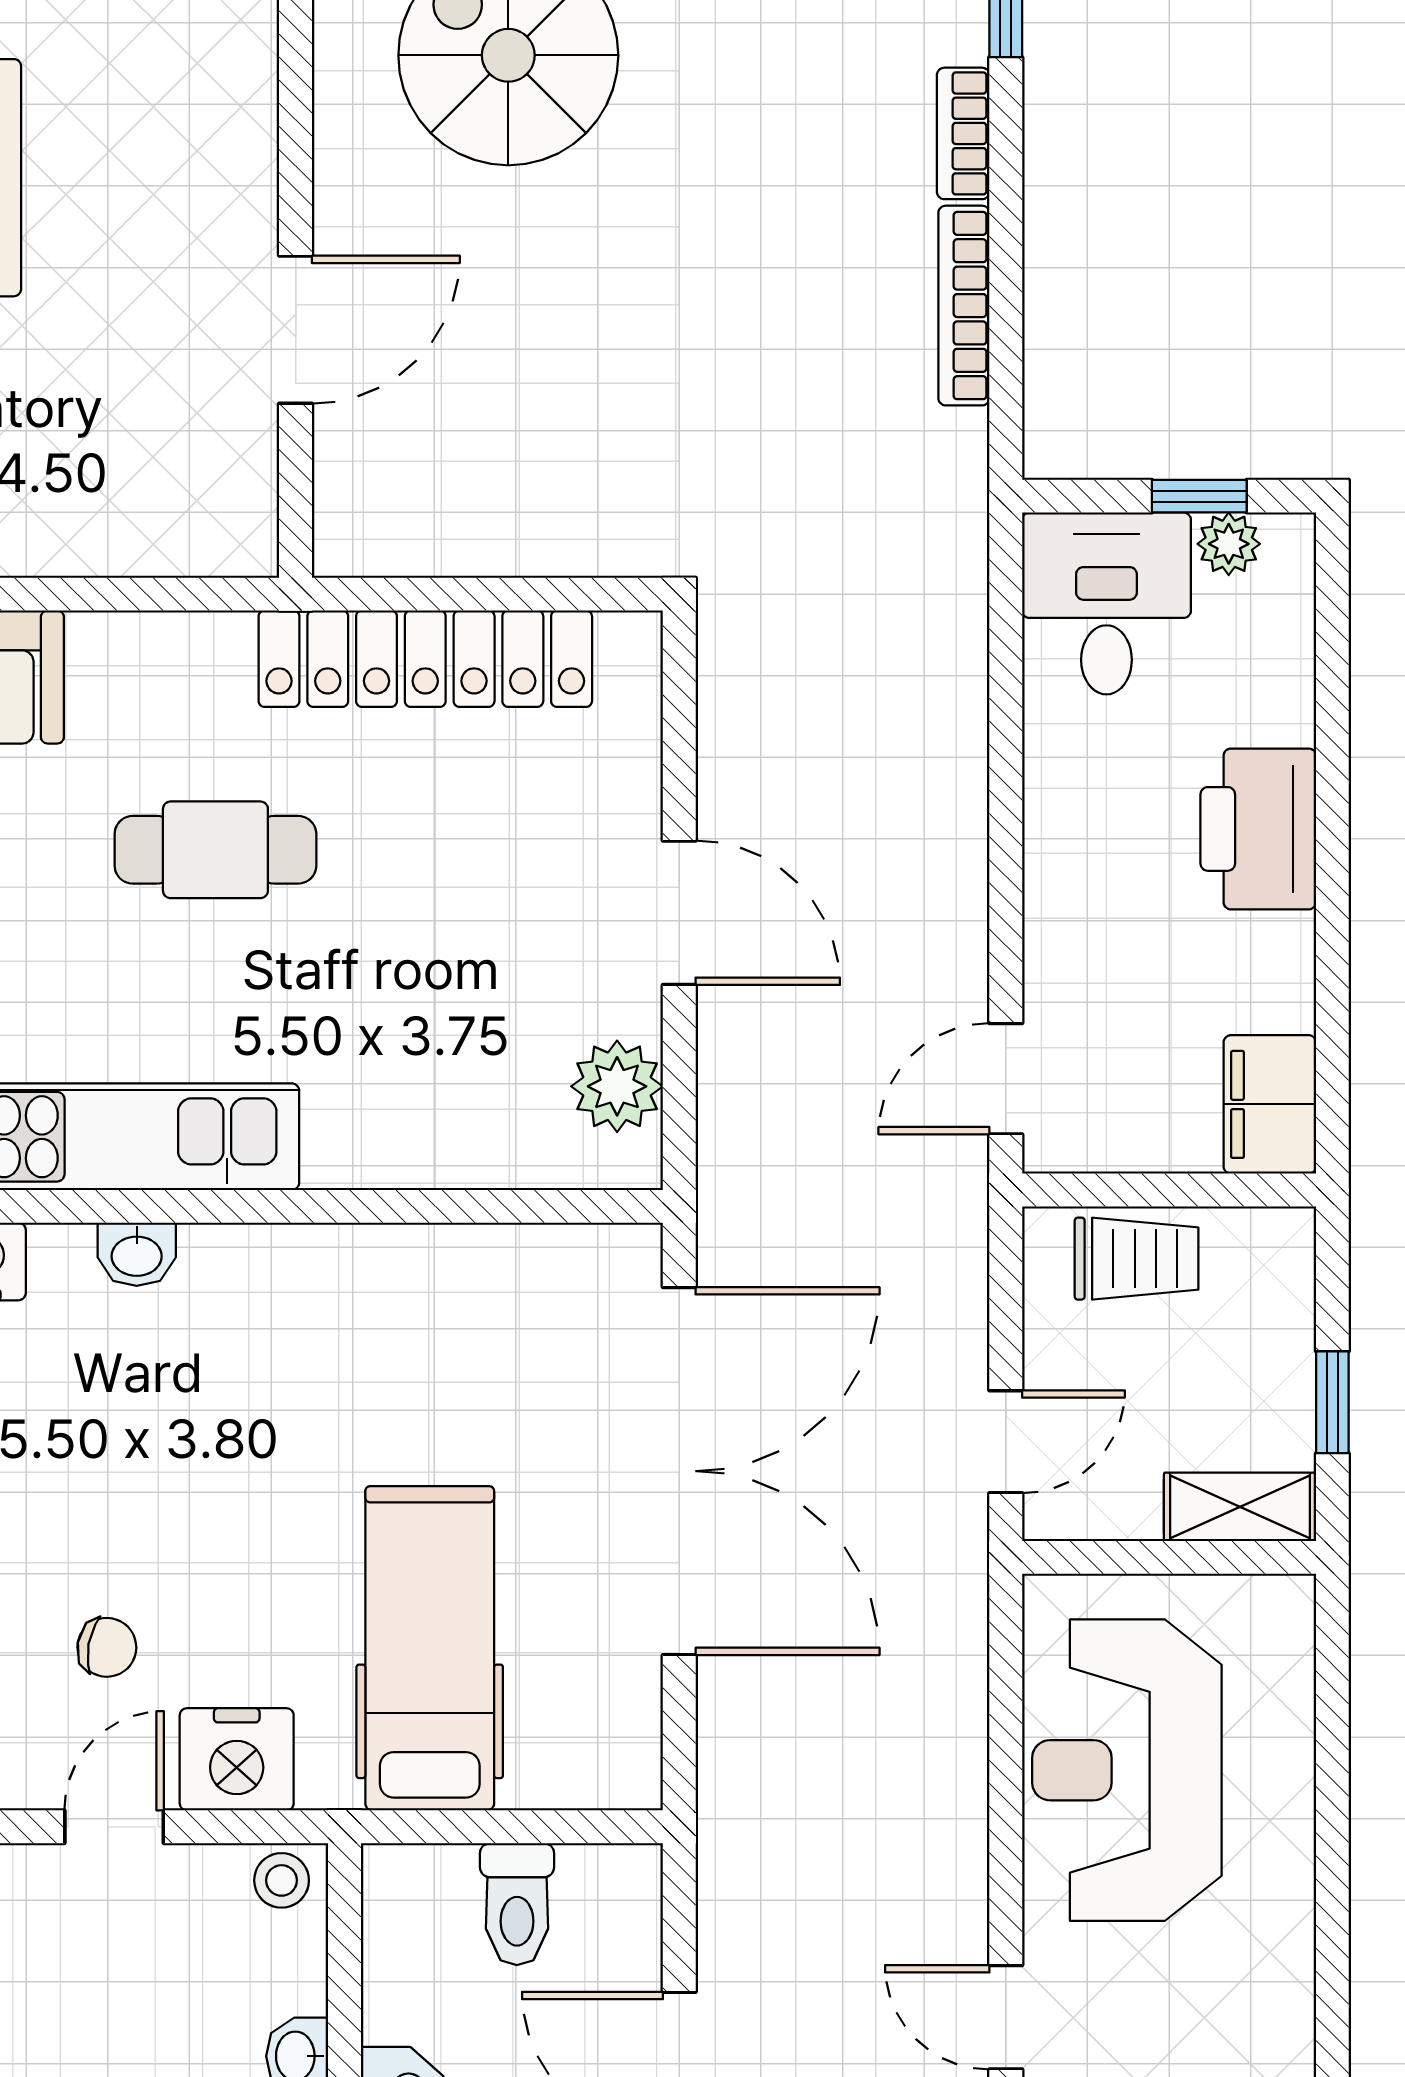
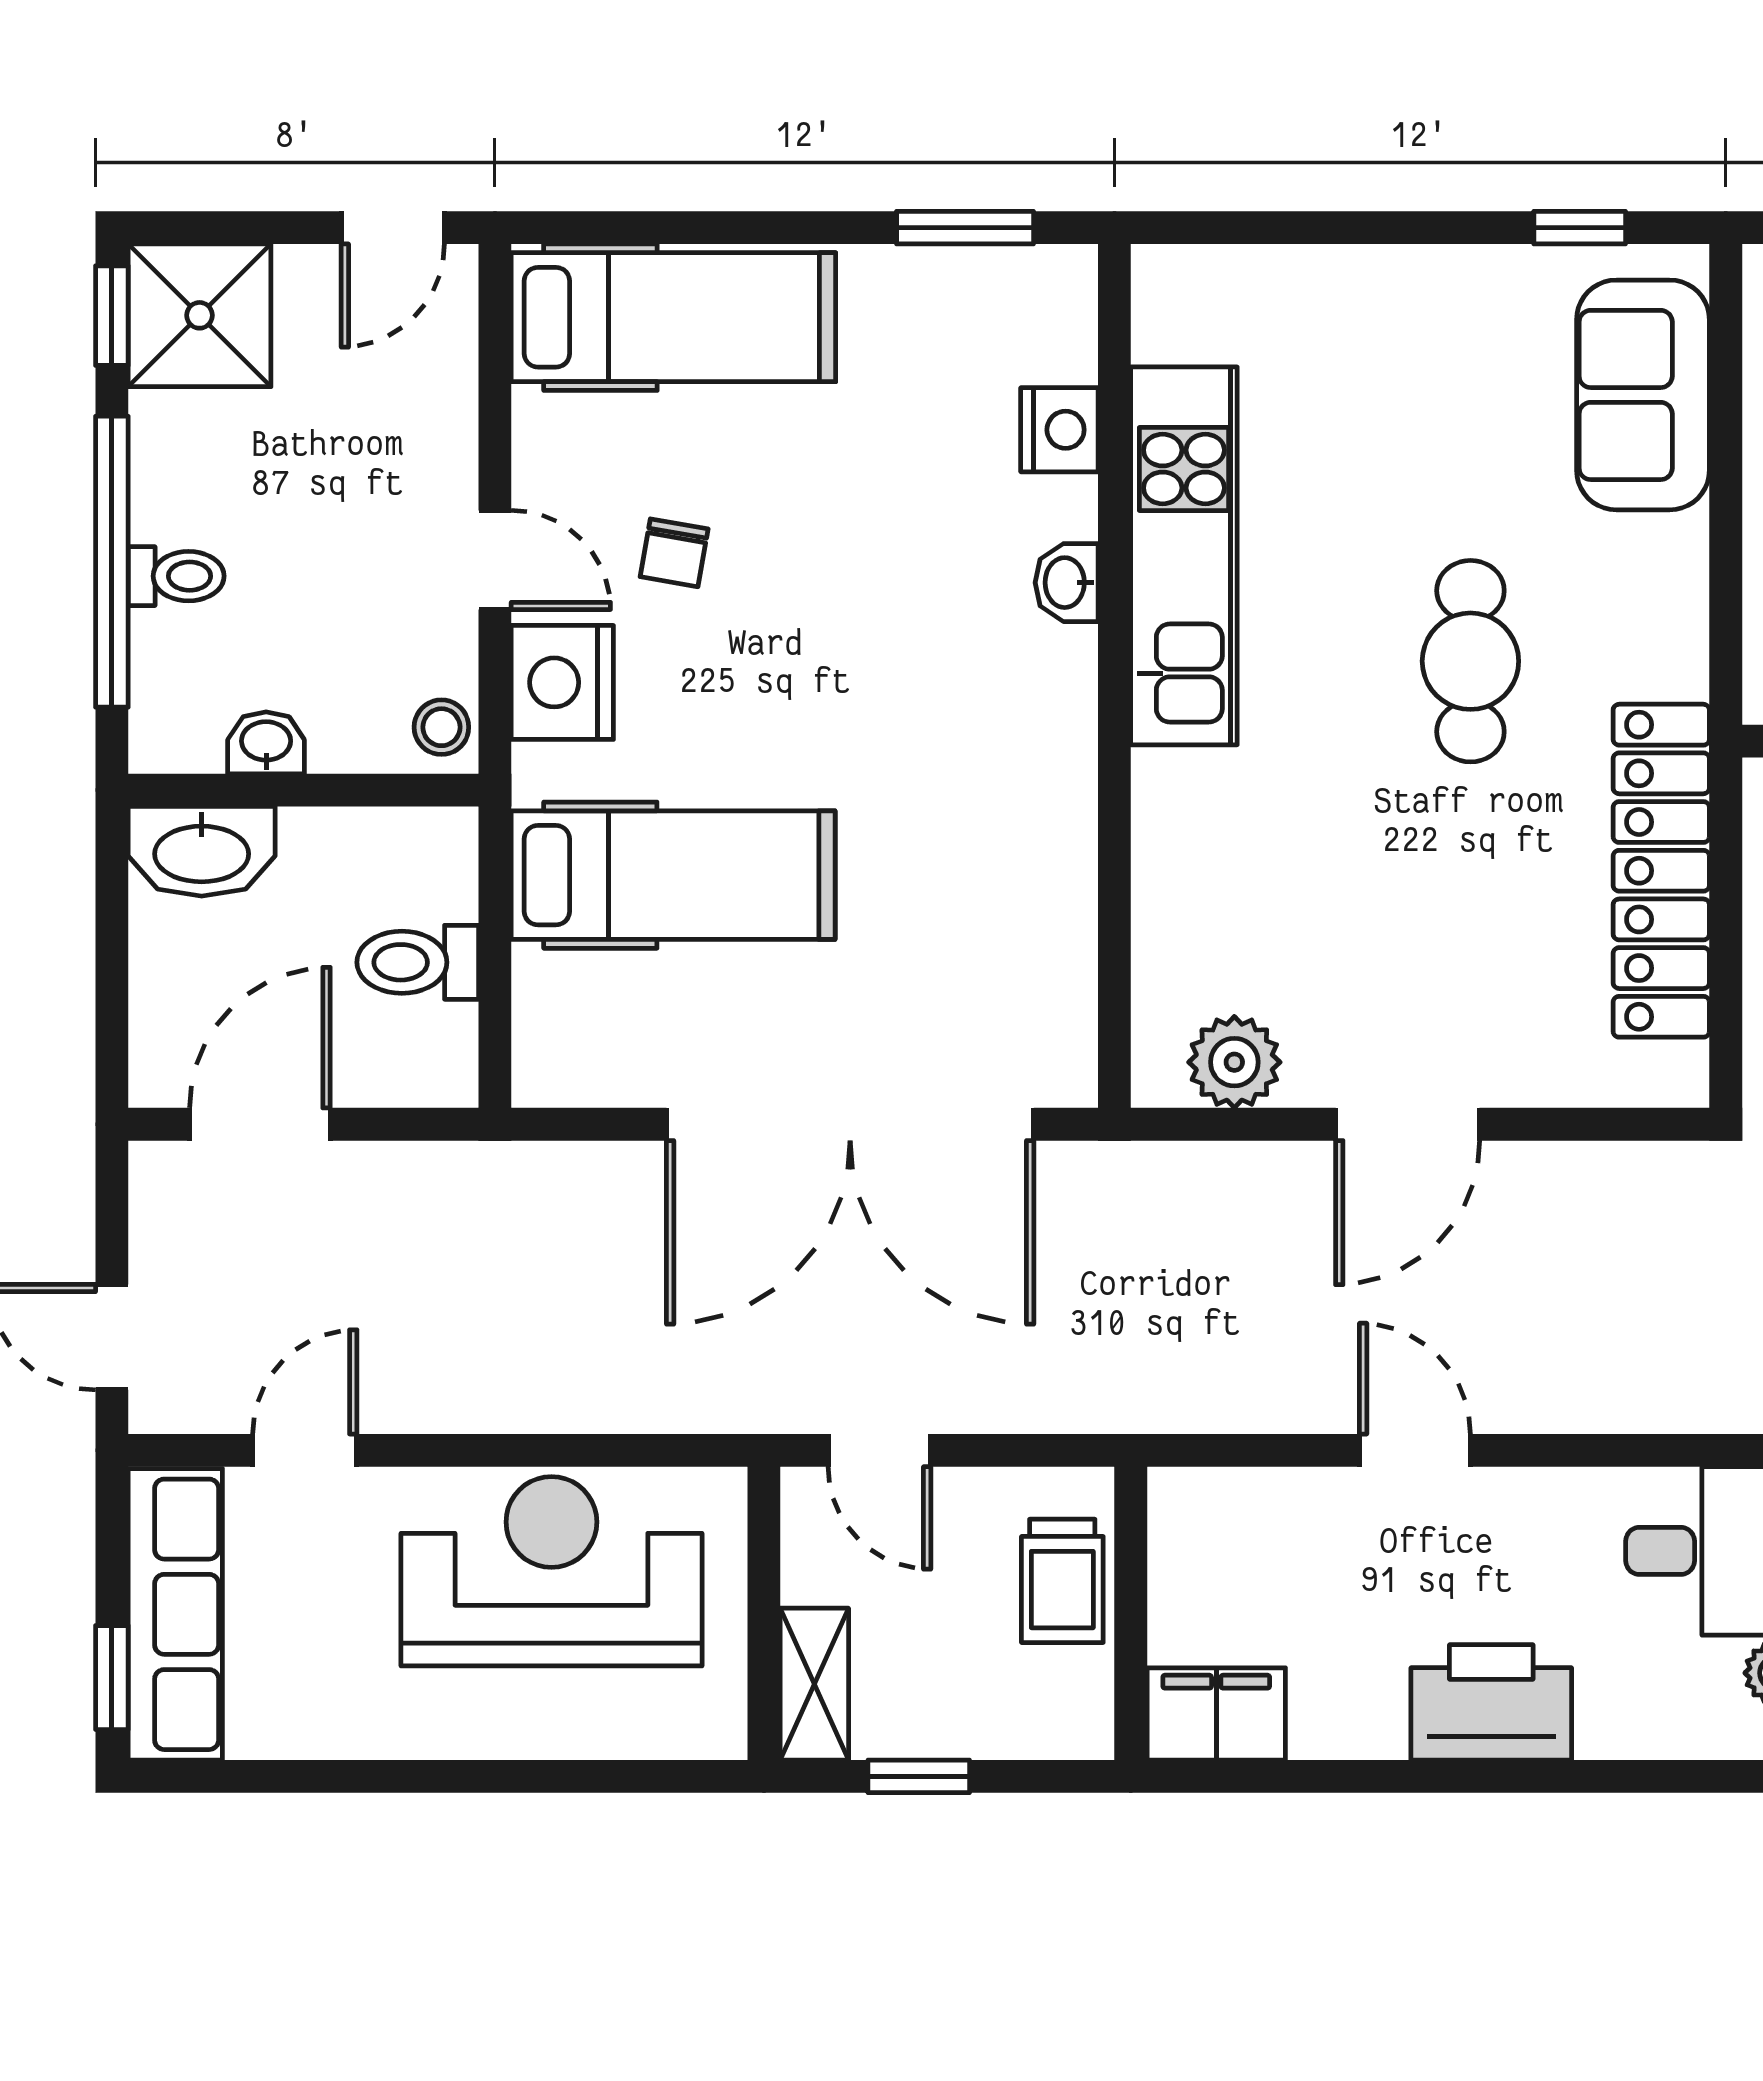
door: (1006, 1079) -> (1415, 1450), moved

